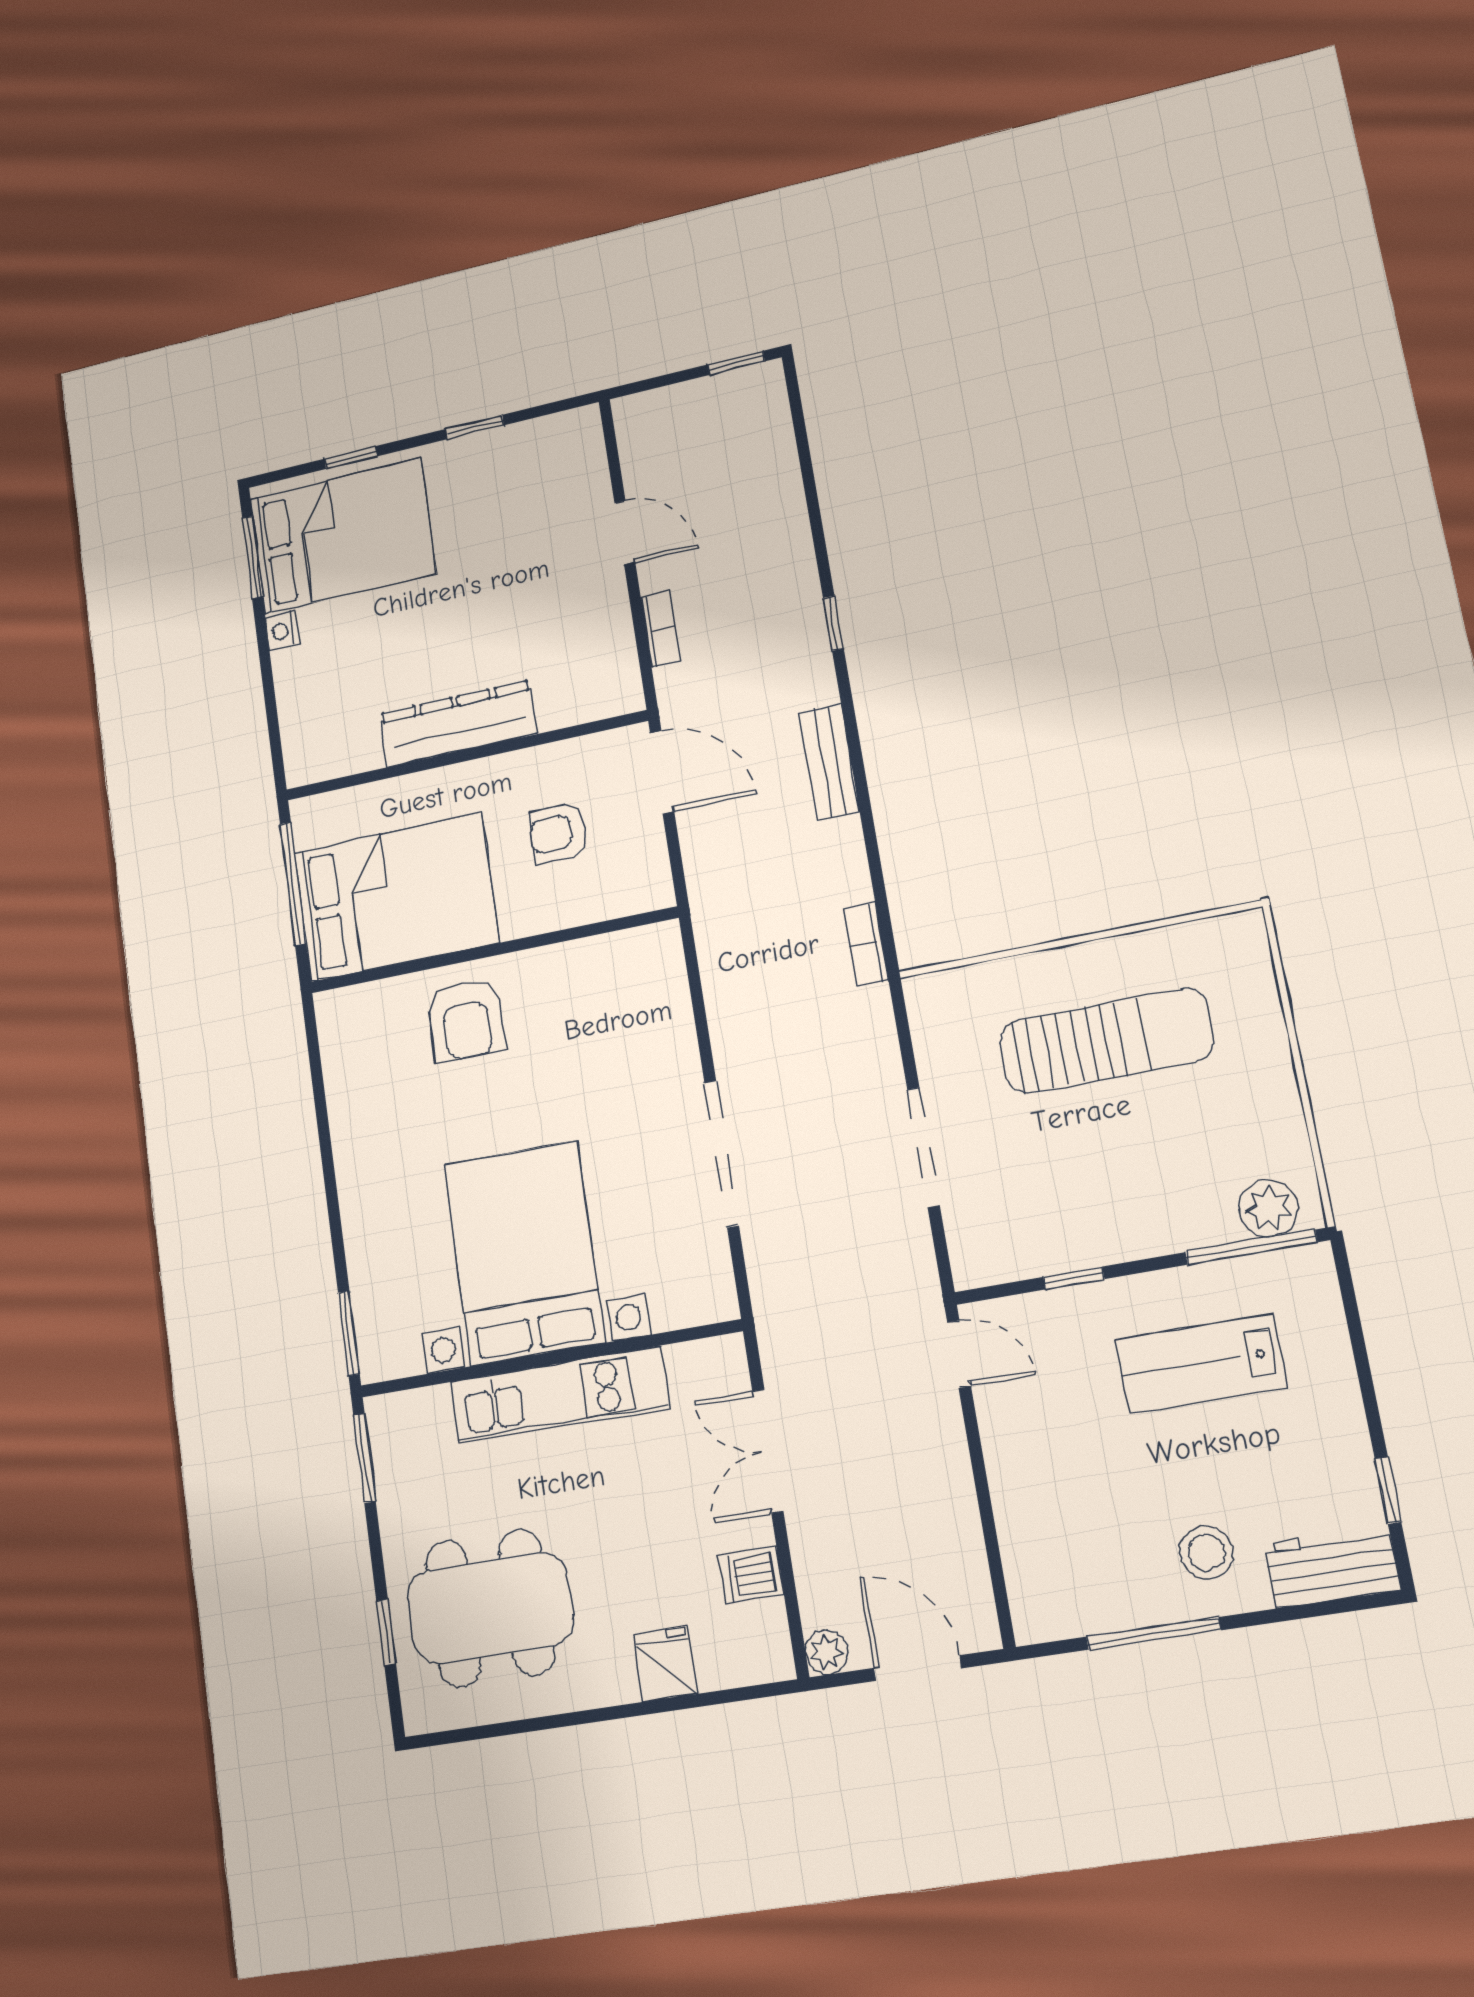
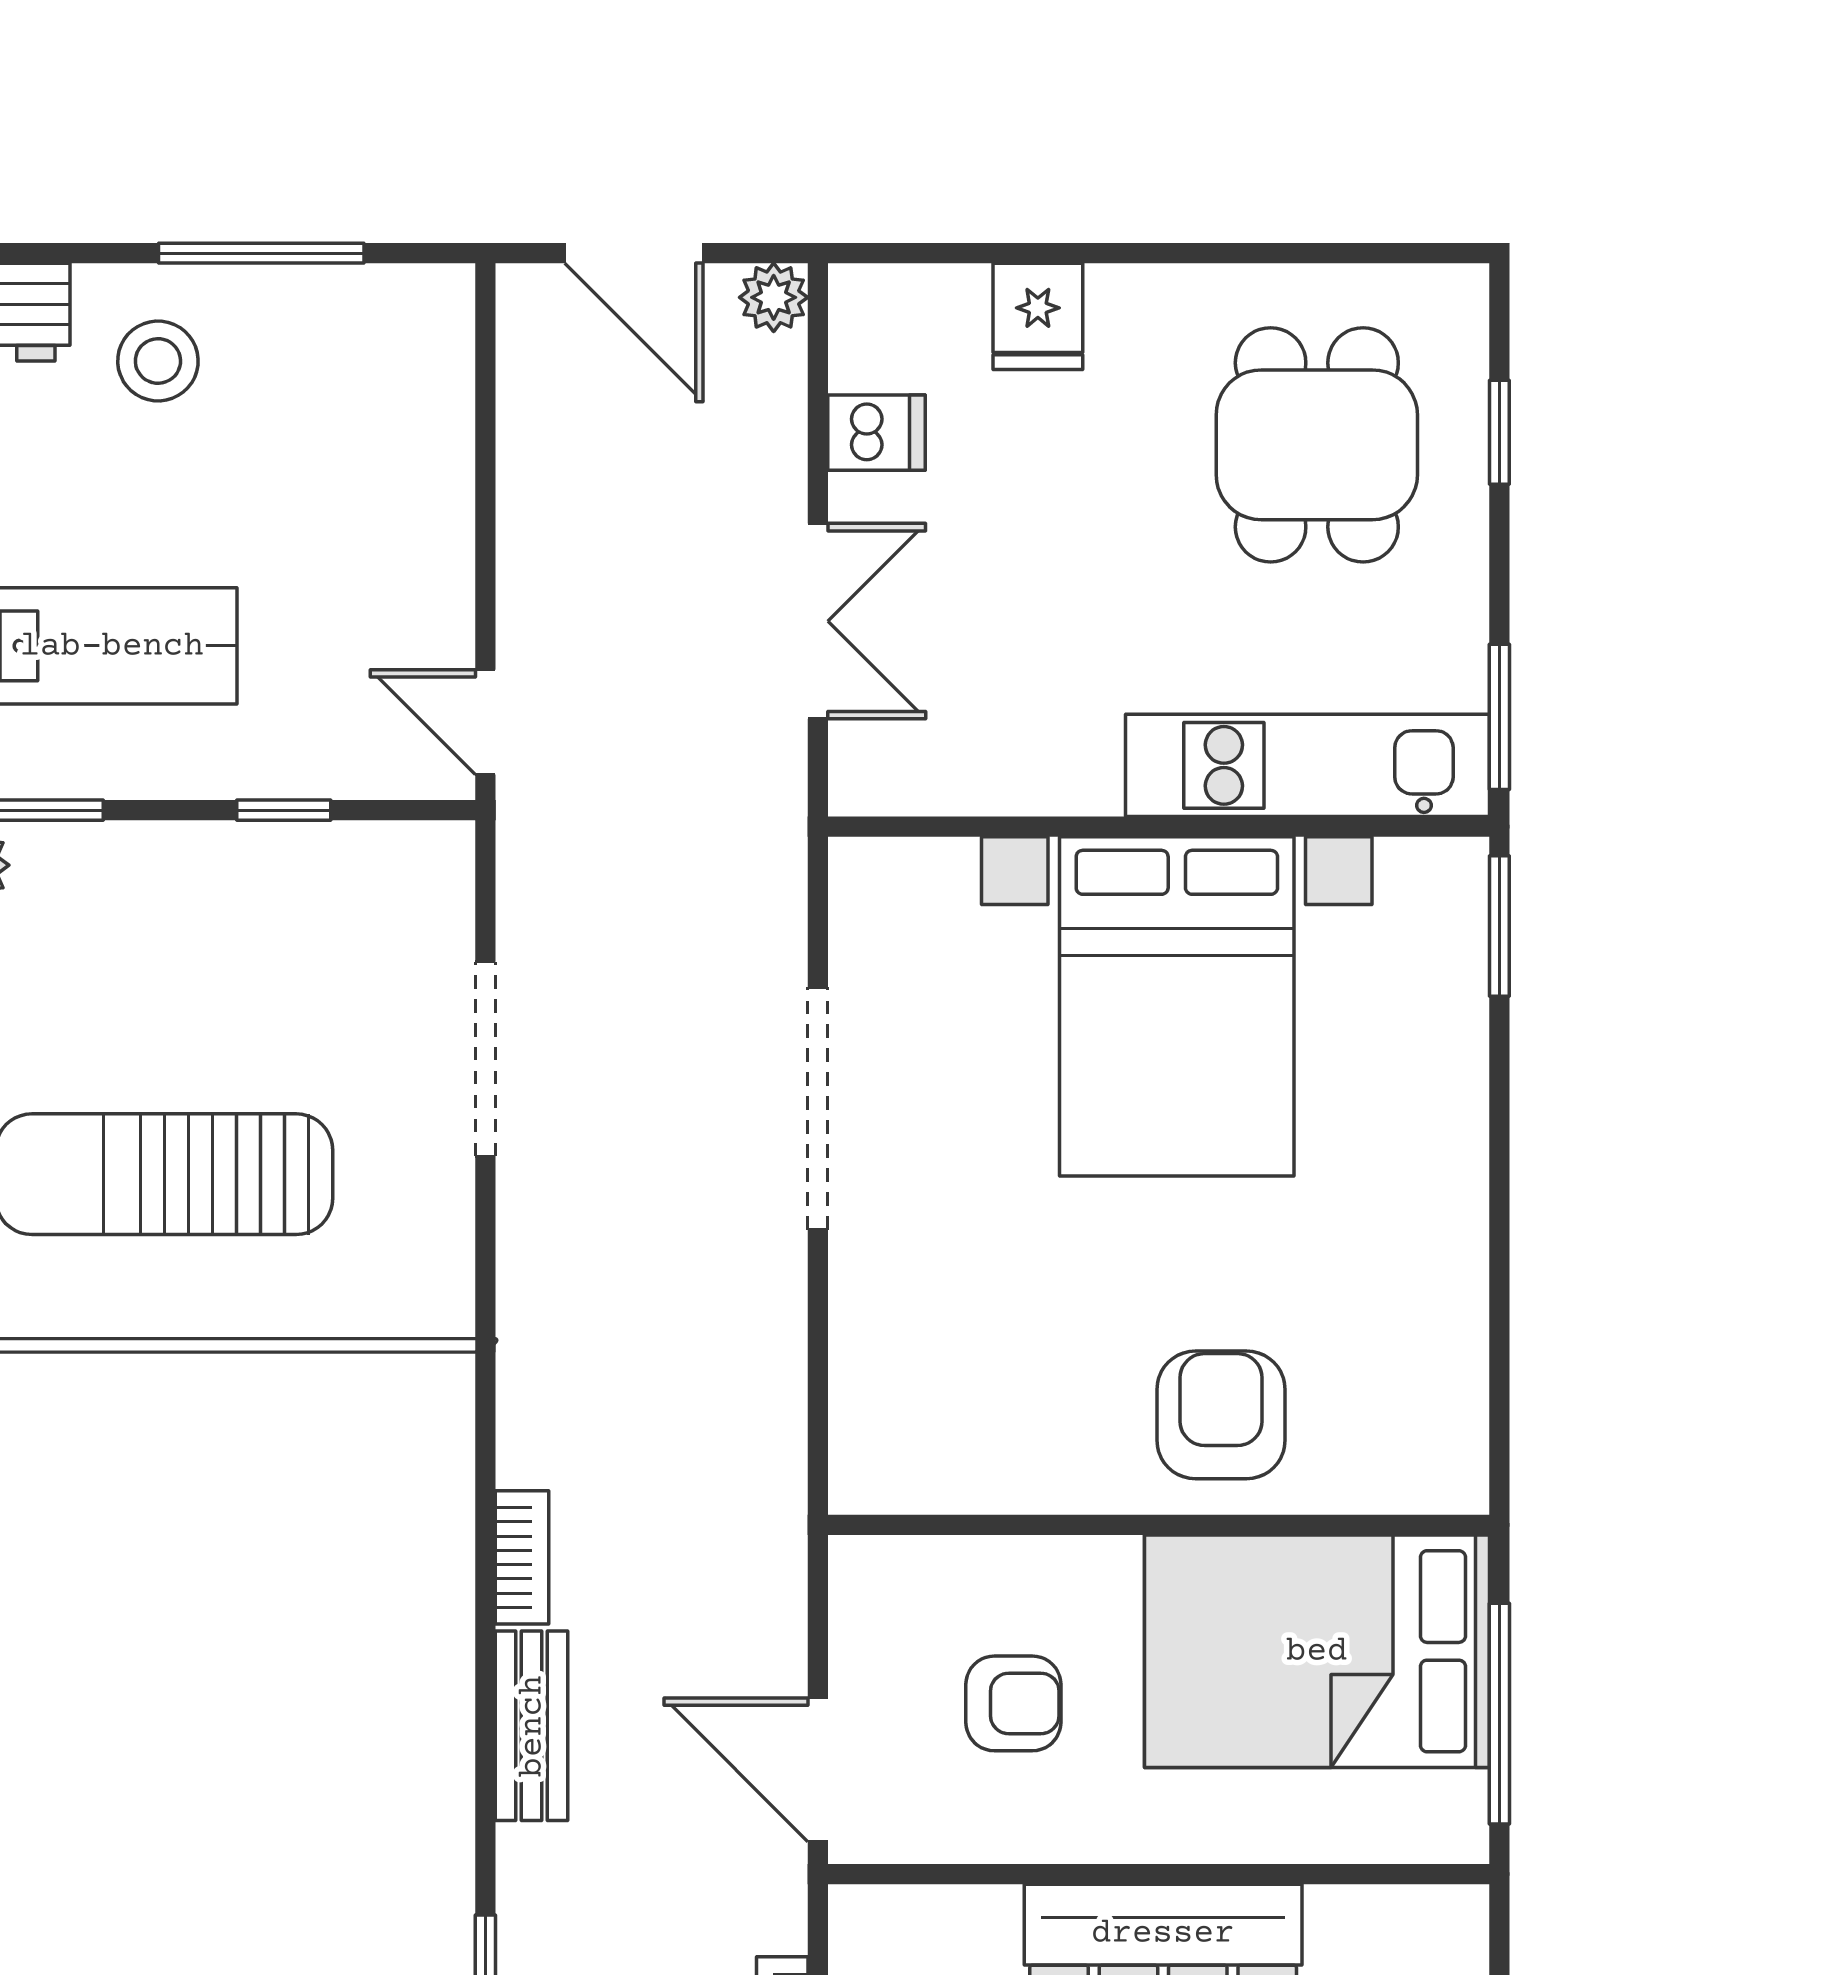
bookcase: (866, 944) -> (522, 1557), moved
kitchen unit: (559, 1395) -> (1308, 765), moved
dining table: (490, 1608) -> (1317, 445), width x0.73

